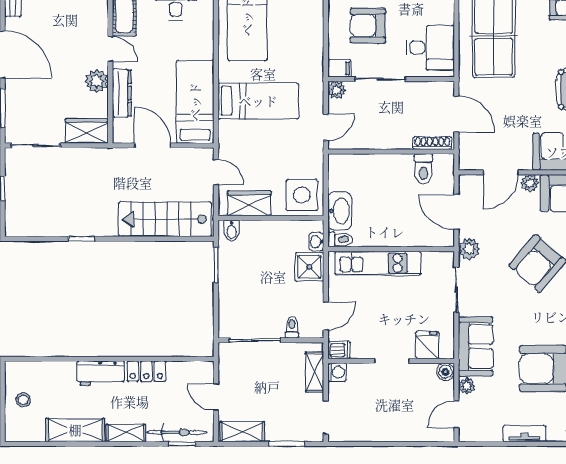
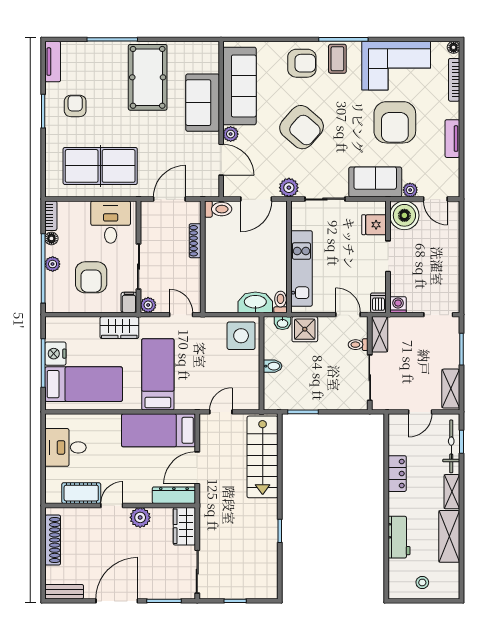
dresser: (122, 93) -> (174, 495), moved
shoe rack: (432, 143) -> (195, 241), moved
toilet: (423, 169) -> (218, 209), moved
wardrobe: (249, 203) -> (119, 328), moved, turned -90
bidet: (232, 231) -> (273, 366), moved
shelving: (315, 372) -> (380, 334), moved, turned 90
boiler: (445, 372) -> (404, 215), width x1.86, depth x1.86
workbench: (101, 373) -> (399, 537), moved

